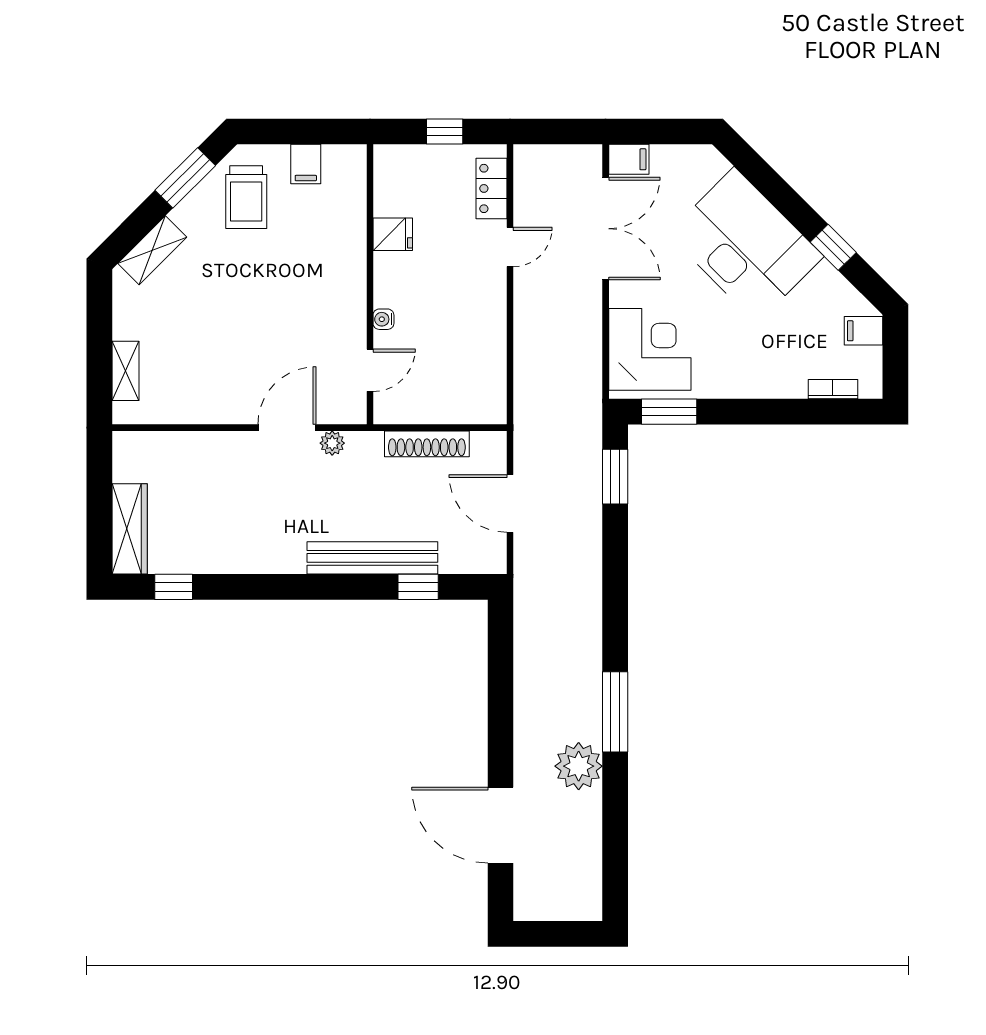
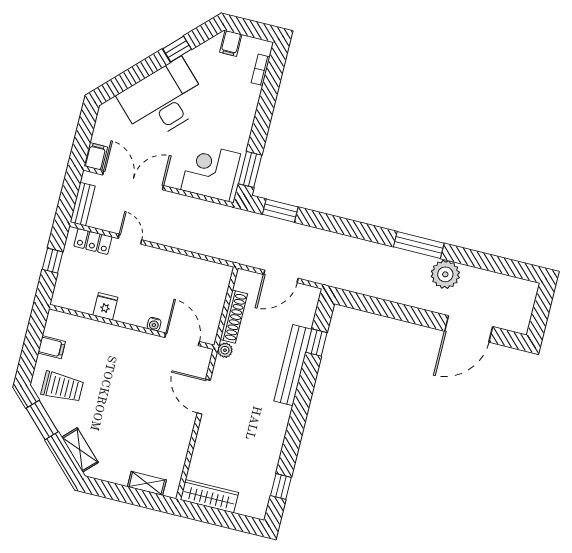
bench: (547, 157) -> (83, 204), added
door: (370, 370) -> (182, 339), width x1.38
plant: (332, 443) -> (225, 350), moved
wardrobe: (130, 529) -> (209, 496), moved

